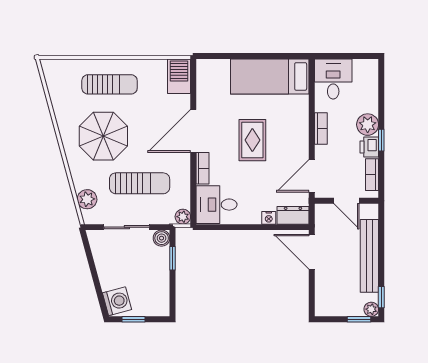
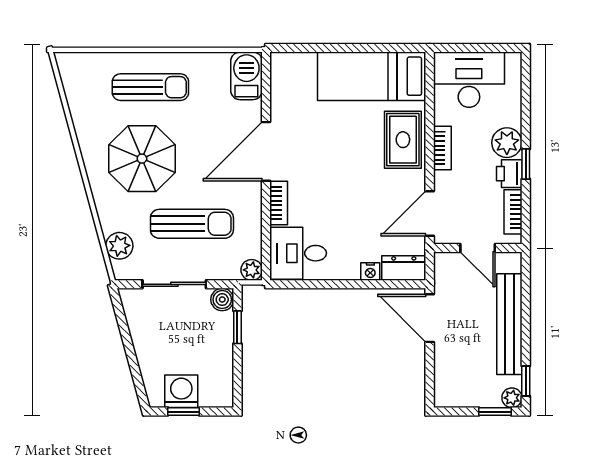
desk: (333, 79) -> (469, 80), width x1.37
rug: (252, 140) -> (403, 140), moved
washing machine: (117, 301) -> (181, 391), moved, turned -75

